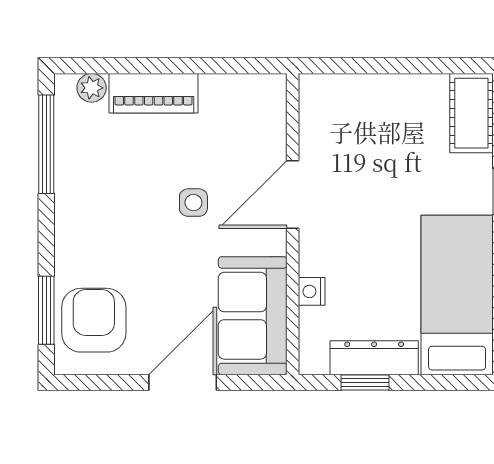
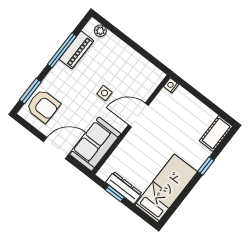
piano: (154, 93) -> (76, 50), moved, turned -90
window: (46, 144) -> (62, 50), moved
nightstand: (312, 291) -> (171, 85), moved
armchair: (94, 320) -> (43, 106), turned 90

